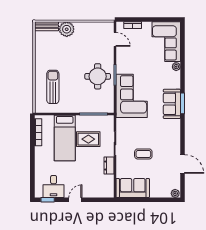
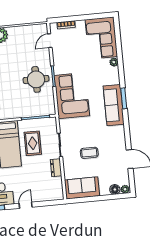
door: (115, 39) -> (50, 41), swing flipped
sofa: (172, 104) -> (114, 105), width x1.36
rug: (88, 139) -> (33, 143), turned 90
floor lamp: (165, 193) -> (115, 189), added

